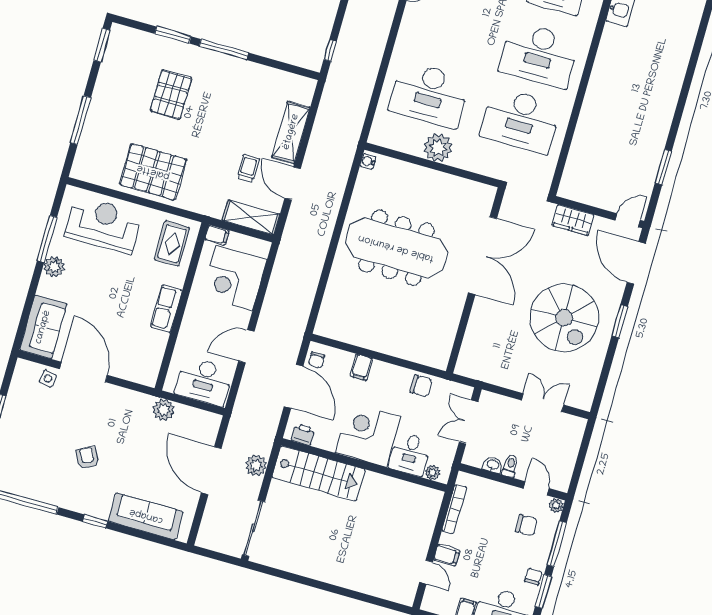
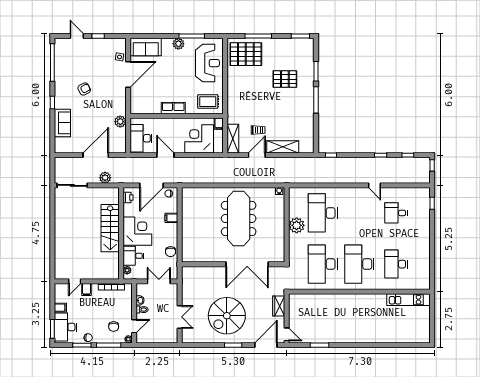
pallet: (153, 172) -> (246, 54), moved, turned 90
stairs: (318, 473) -> (110, 228), moved
sofa: (146, 516) -> (62, 123), width x0.73

